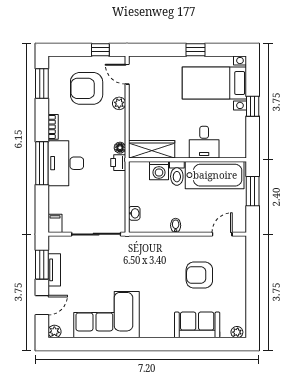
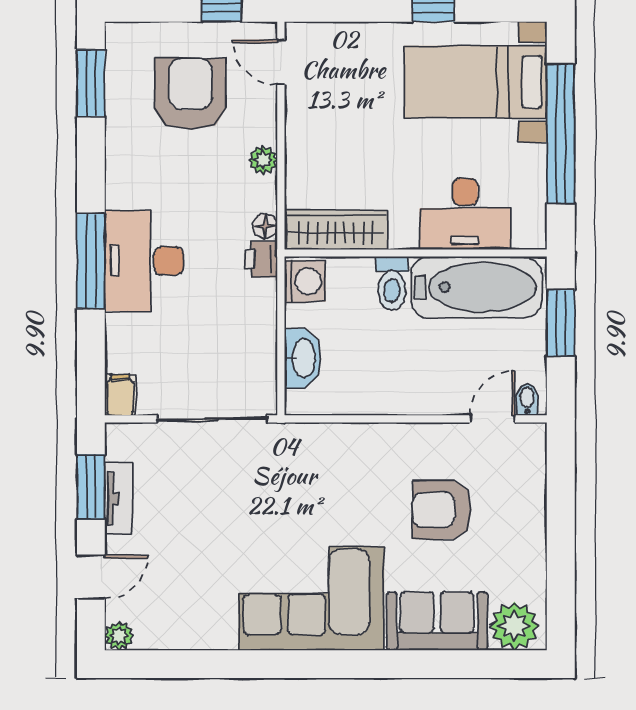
armchair: (87, 88) -> (191, 94), turned 90
plant: (119, 103) -> (263, 160), moved
window: (253, 106) -> (561, 134), width x3.17
bookcase: (53, 127) -> (116, 180), removed
desk: (204, 142) -> (465, 214), width x1.37
washing machine: (159, 171) -> (305, 281), moved, turned -90
washbasin: (134, 213) -> (303, 358), width x1.91, depth x1.45
bidet: (176, 225) -> (527, 399), moved
corner sofa: (106, 315) -> (311, 598), moved
plant: (237, 332) -> (514, 626), width x1.87, depth x1.87

